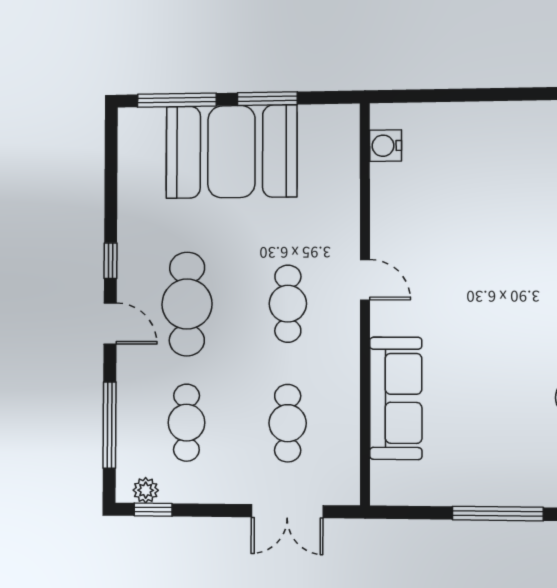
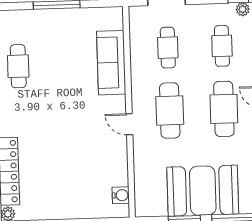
cafe table: (288, 304) -> (170, 111), width x1.37, depth x1.35

